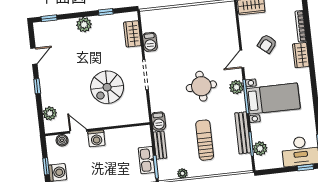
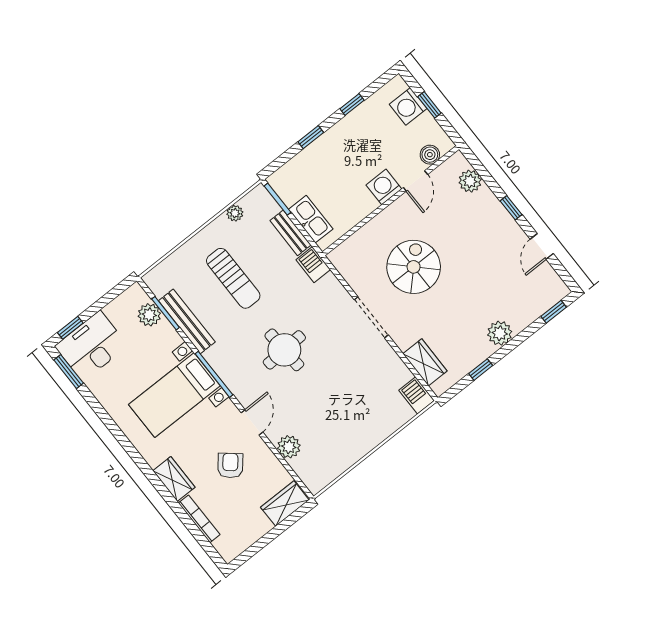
barbecue: (150, 42) -> (417, 395), moved
plant: (236, 87) -> (289, 447), moved
door: (78, 131) -> (415, 181), hinge flipped
kitchen sink: (147, 160) -> (311, 219), moved

